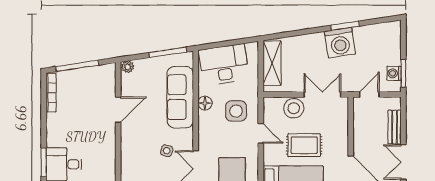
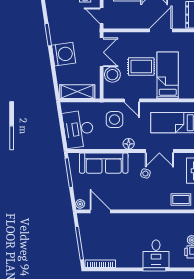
washing machine: (340, 43) -> (64, 54), moved
double door: (322, 95) -> (102, 52), swing flipped
floor lamp: (205, 103) -> (129, 144), moved
door: (118, 110) -> (100, 211), moved
door: (261, 133) -> (132, 100), swing flipped
rug: (304, 145) -> (141, 67), turned 90

